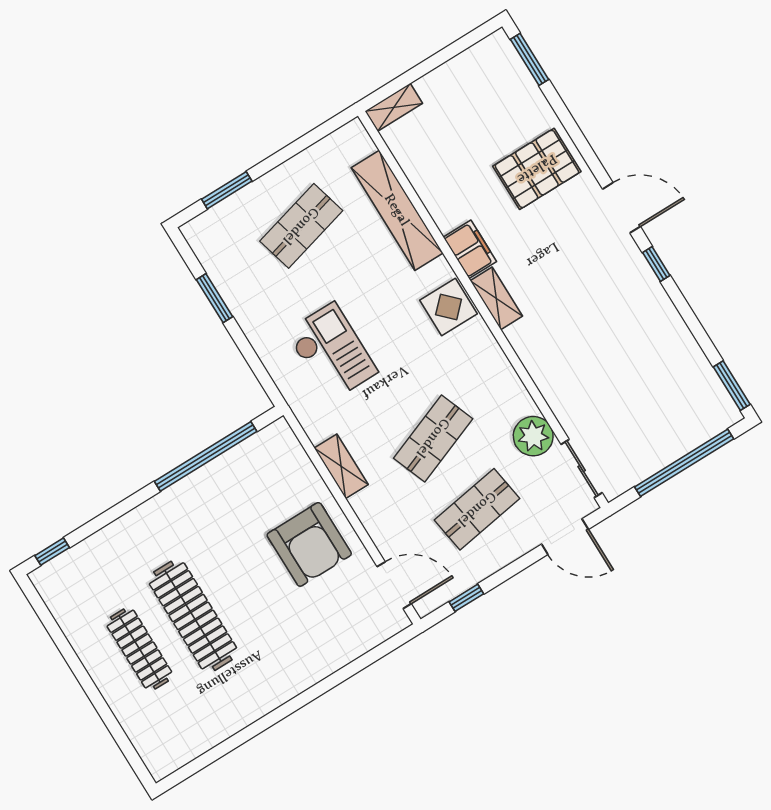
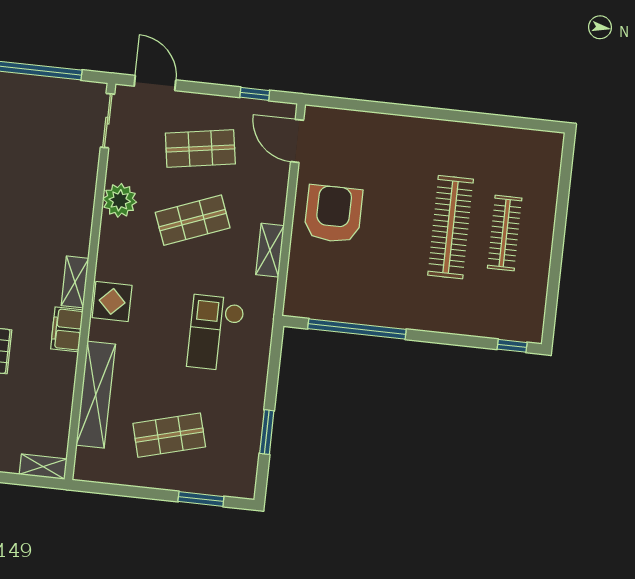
plant: (533, 436) -> (120, 200), moved

